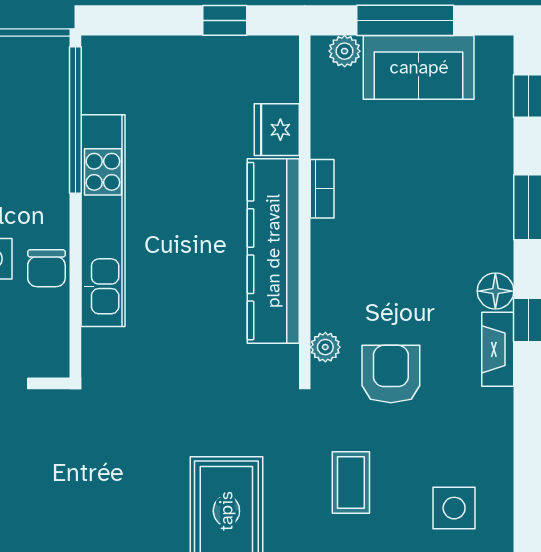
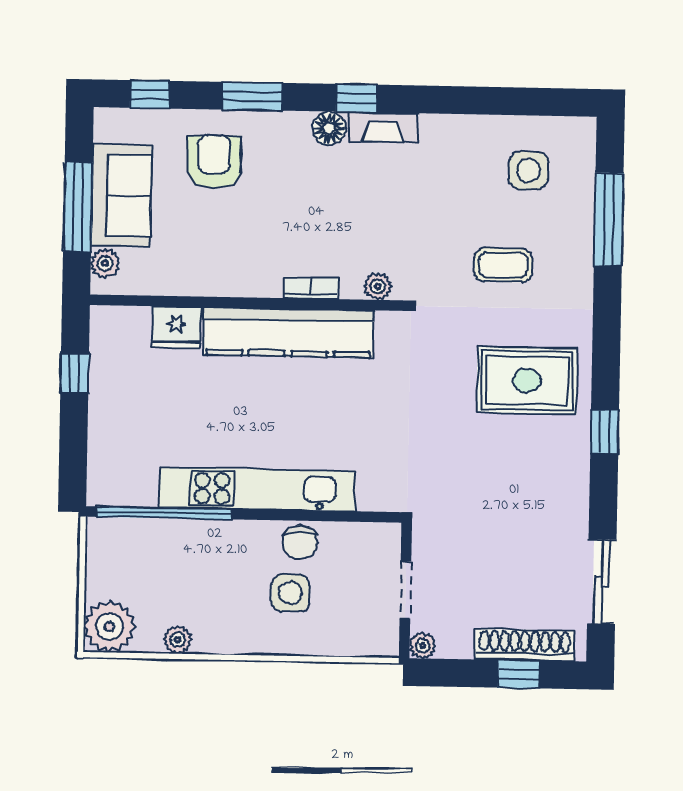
bookcase: (322, 189) -> (311, 288), moved
chair: (46, 268) -> (300, 542), turned 90
armchair: (391, 374) -> (214, 162), moved, turned 90

